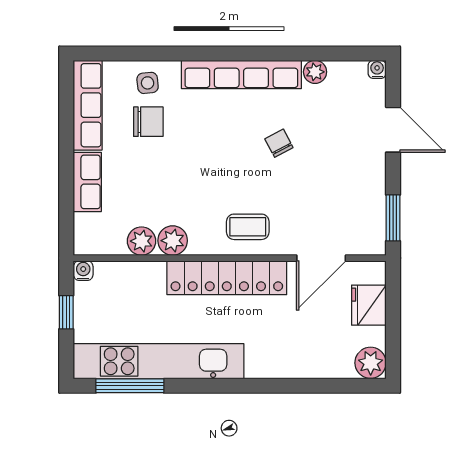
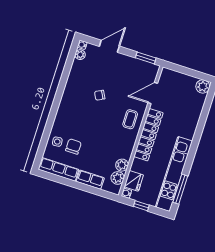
plant: (315, 72) -> (80, 55), moved
row of seats: (241, 74) -> (66, 102), removed
plant: (173, 241) -> (118, 178), moved
door: (321, 258) -> (153, 93), swing flipped
fridge: (369, 305) -> (134, 181), moved, turned -90

